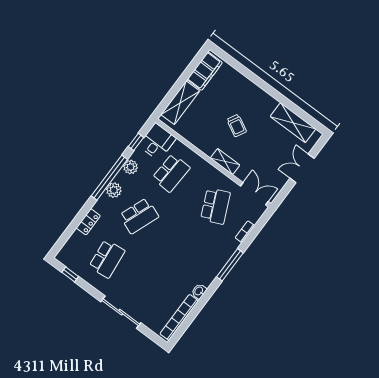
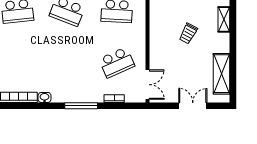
shelving: (225, 162) -> (224, 19), moved

